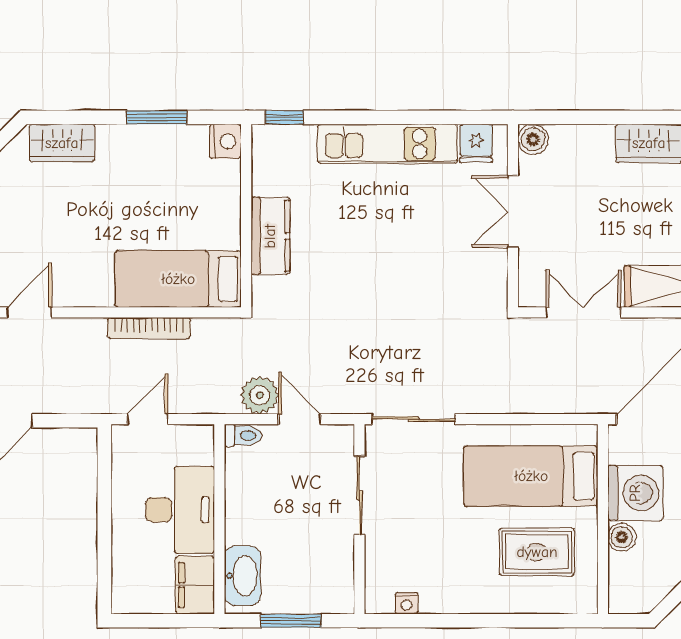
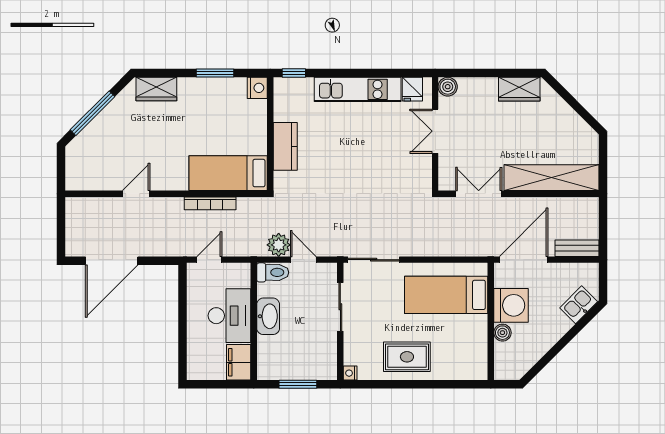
toilet: (243, 435) -> (273, 272), width x1.37, depth x1.39
rug: (537, 552) -> (407, 357), moved
washbasin: (243, 576) -> (268, 316), moved
nightstand: (407, 603) -> (350, 373), moved, turned 90

